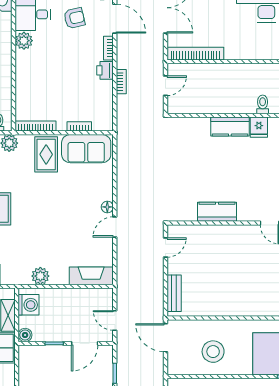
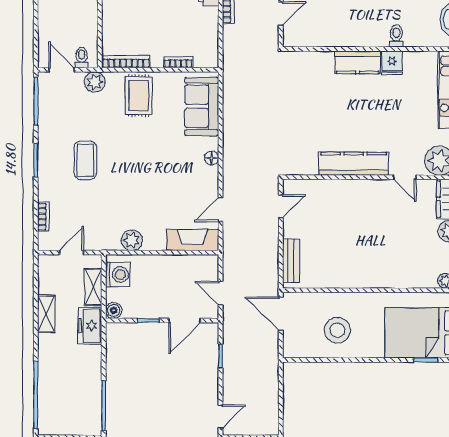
sofa: (86, 149) -> (202, 106), moved, turned 90
kitchen counter: (217, 212) -> (354, 164), width x1.50
door: (115, 227) -> (220, 210), moved

